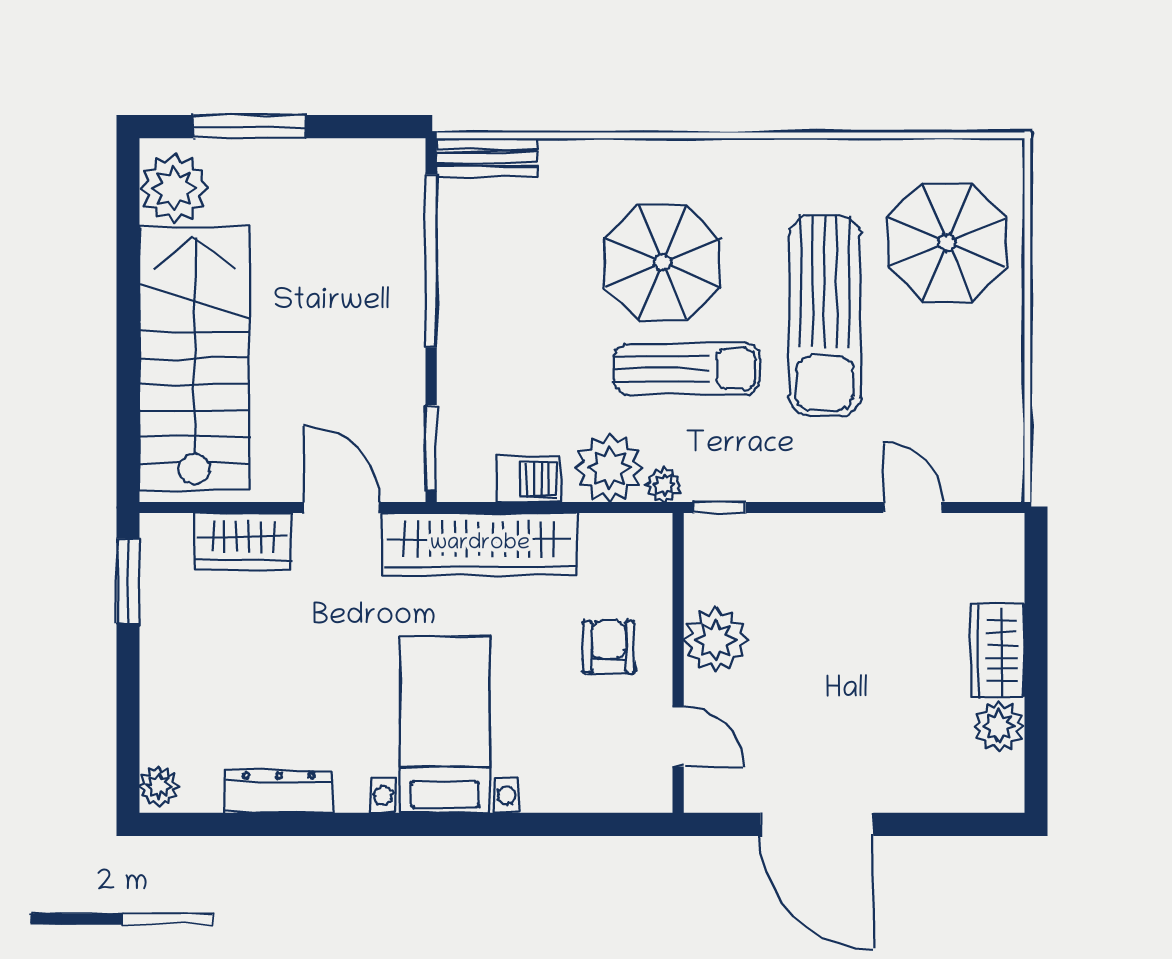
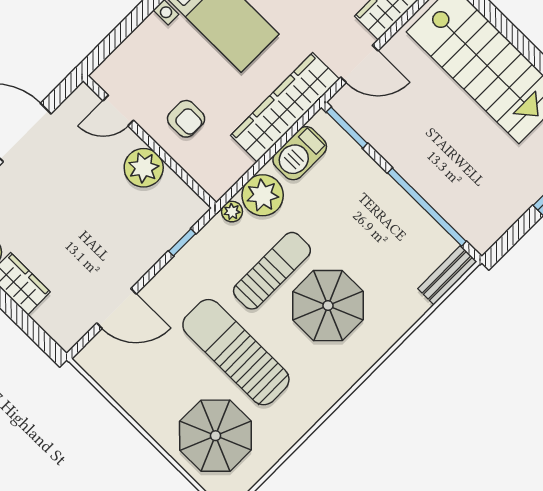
sun lounger: (687, 369) -> (272, 271), turned 180
barbecue: (528, 479) -> (300, 153), width x1.38, depth x1.27
window: (720, 507) -> (182, 242), moved
door: (913, 507) -> (117, 308), width x1.38

